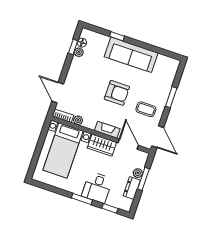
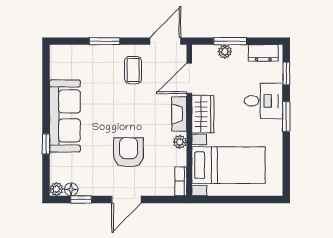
plant: (79, 52) -> (56, 189), moved
door: (58, 93) -> (126, 199), moved
armchair: (117, 93) -> (129, 152), moved
plant: (78, 120) -> (180, 142), moved
dresser: (132, 188) -> (263, 53), moved

